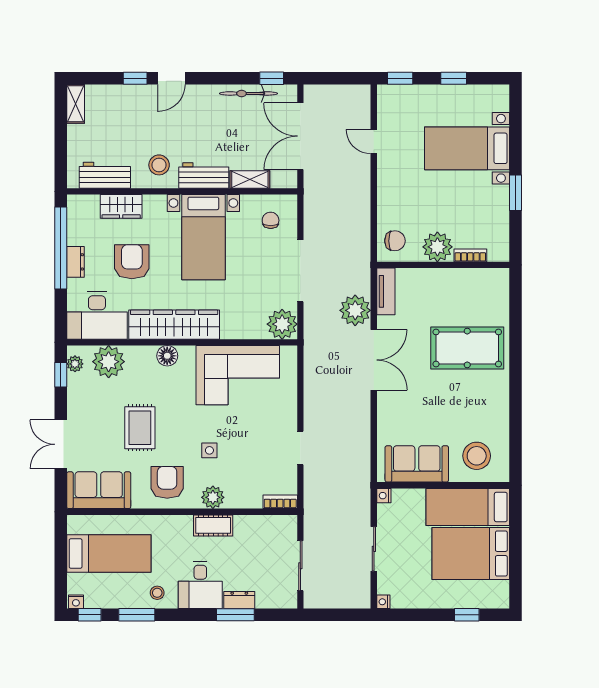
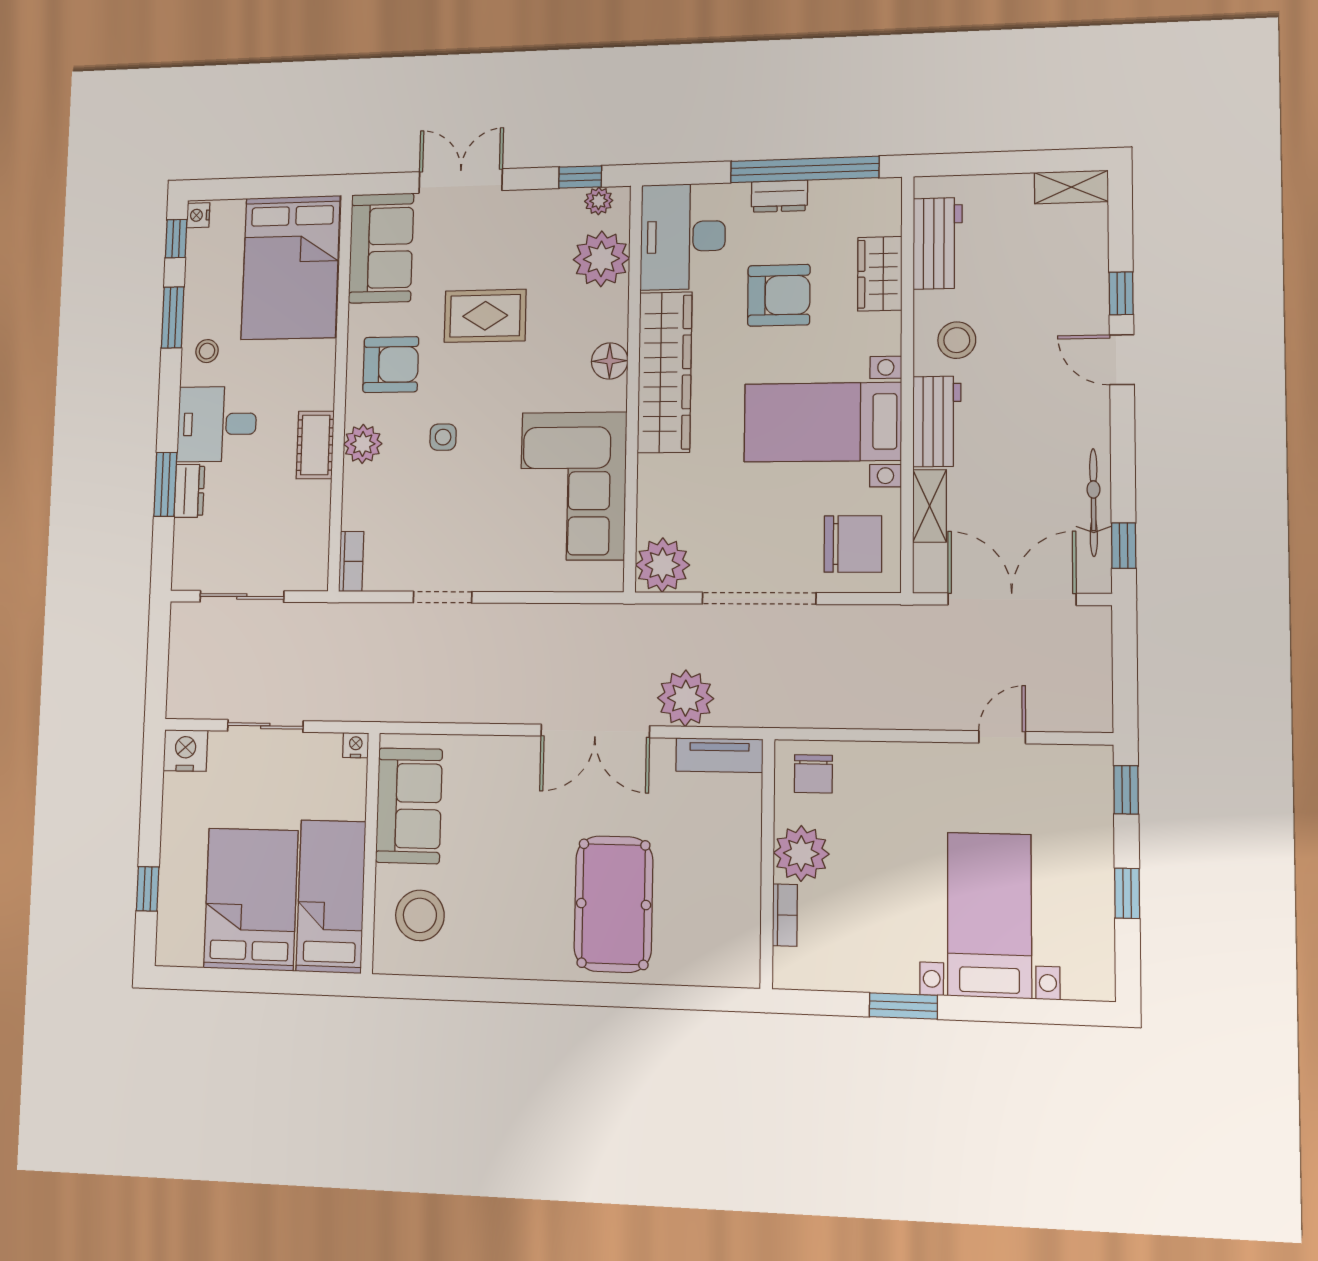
chair: (271, 220) -> (853, 544), width x1.87, depth x1.87
bed: (109, 553) -> (291, 267), width x1.50
nightstand: (383, 602) -> (185, 751), width x1.89, depth x1.79

